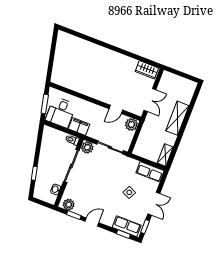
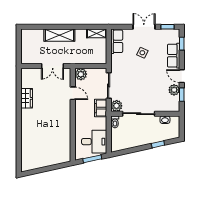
wardrobe: (147, 70) -> (27, 98), moved
double door: (150, 100) -> (53, 66), swing flipped
filing cabinet: (79, 126) -> (101, 108), moved
plant: (69, 205) -> (174, 90), moved
row of seats: (127, 226) -> (174, 56), moved

